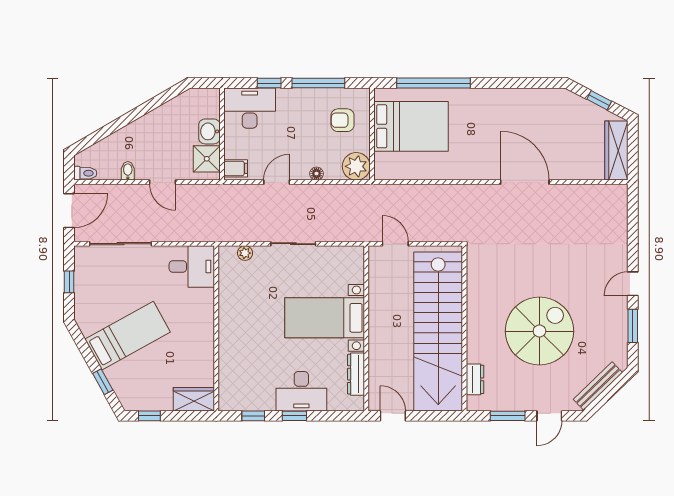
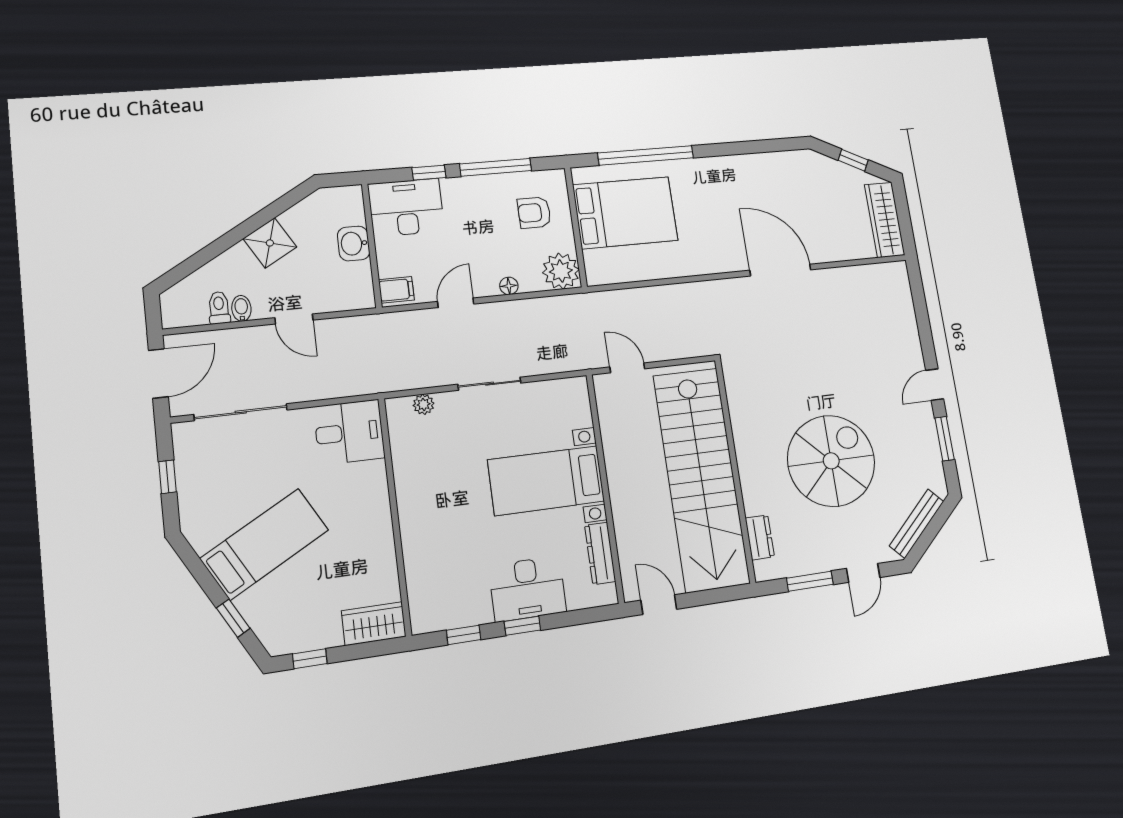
shower: (207, 159) -> (270, 243), moved, turned -30
toilet: (85, 173) -> (219, 308), moved, turned -90

